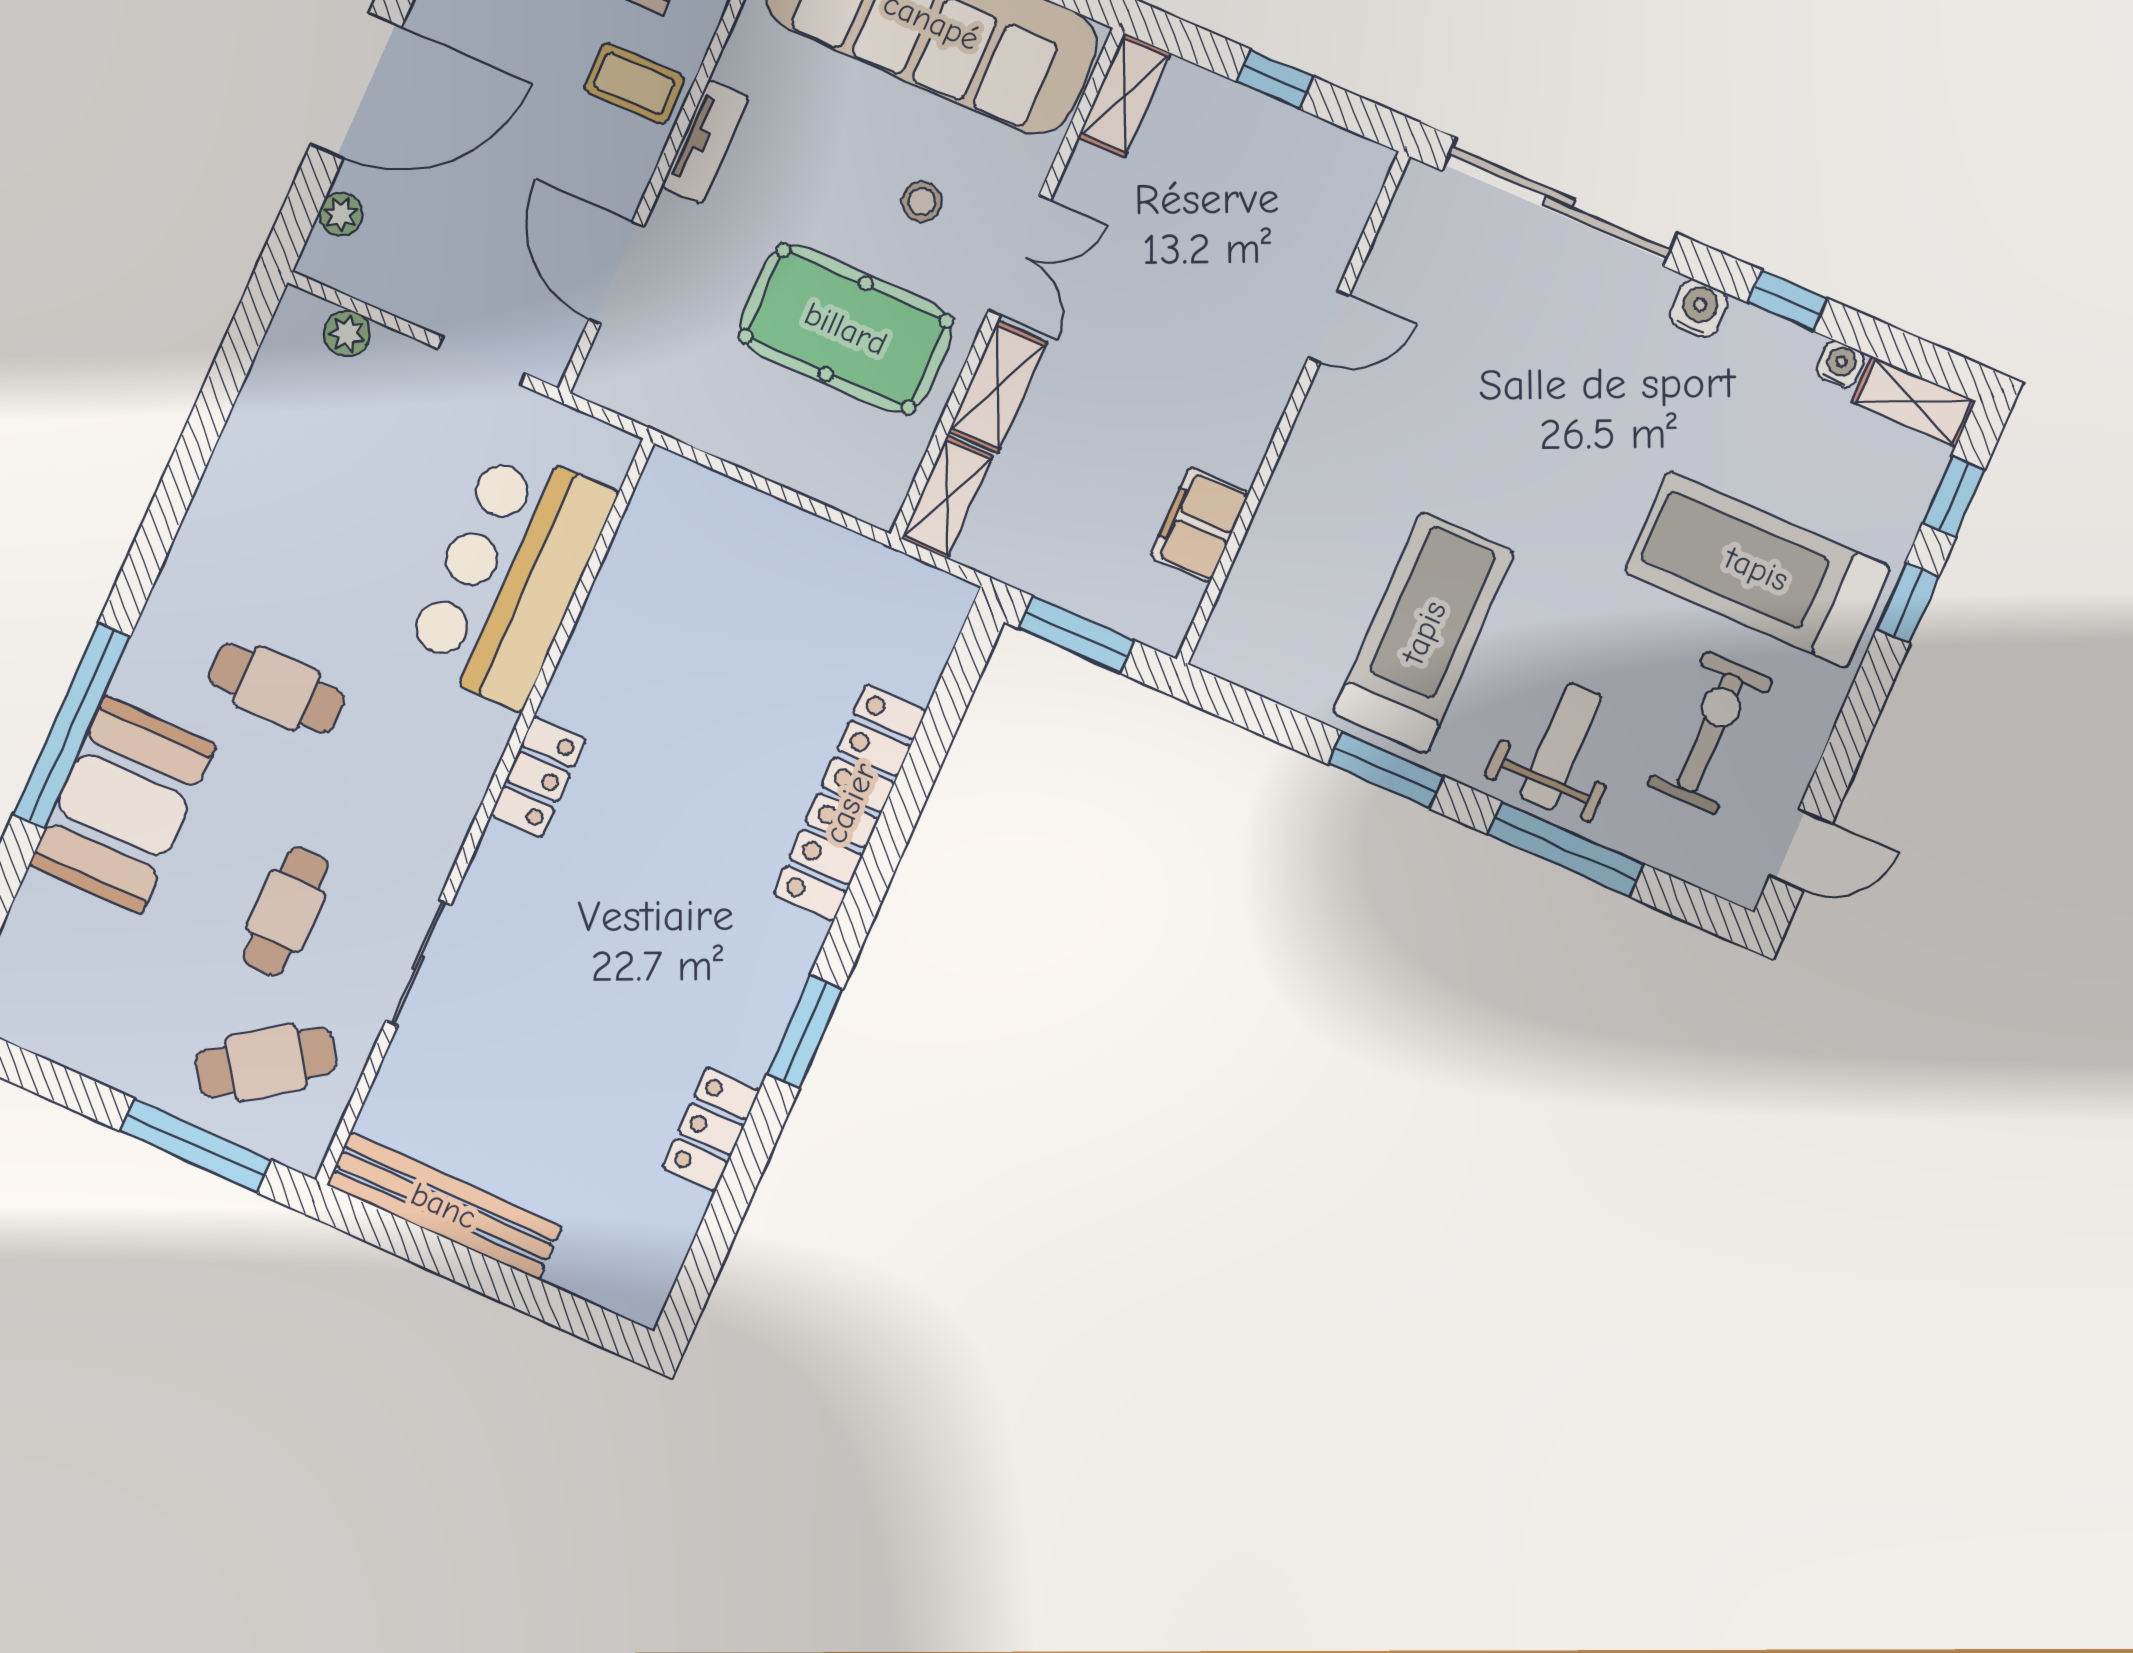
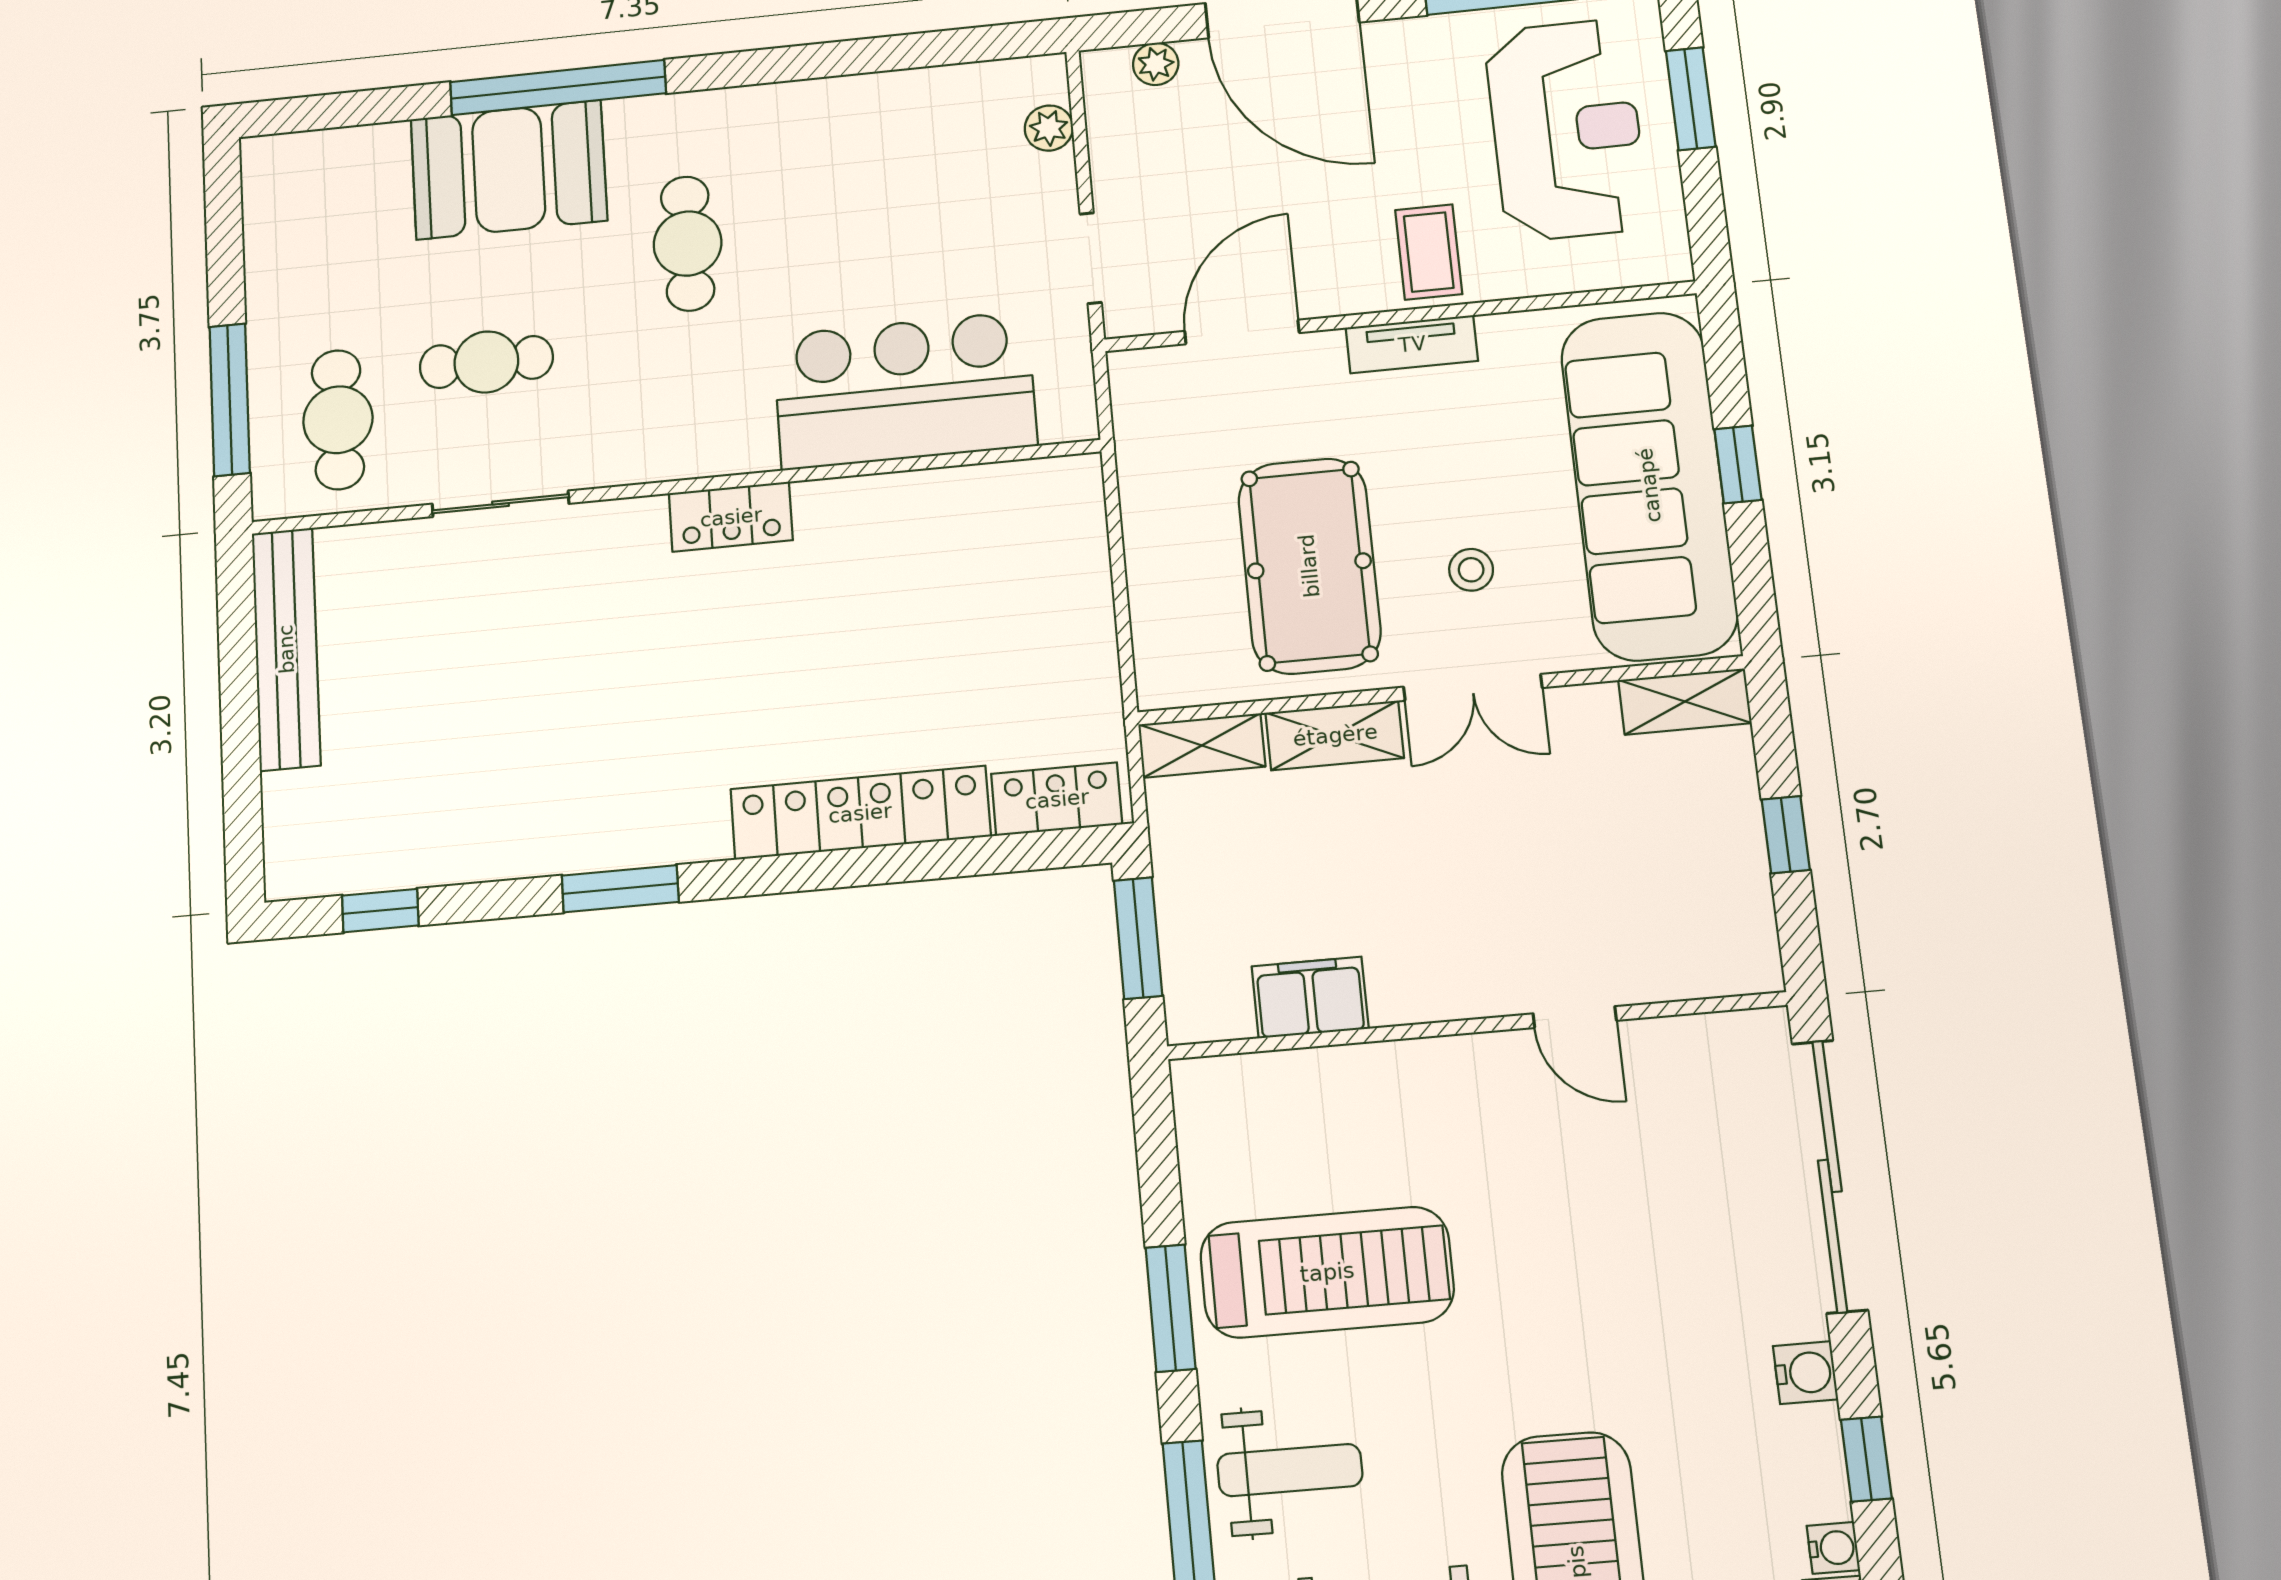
cafe table: (266, 1062) -> (338, 420), turned 35
locker: (711, 1129) -> (1057, 799), moved
window: (714, 1239) -> (380, 910), added

